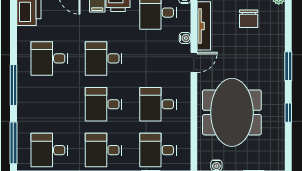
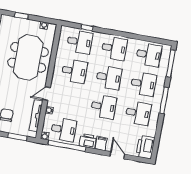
desk: (49, 104) -> (143, 84), added

